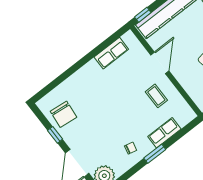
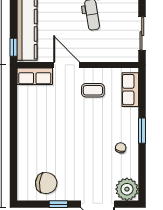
row of seats: (111, 53) -> (35, 76), moved, turned 90
row of seats: (164, 133) -> (130, 90), moved

